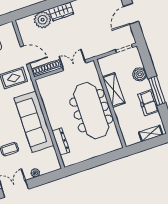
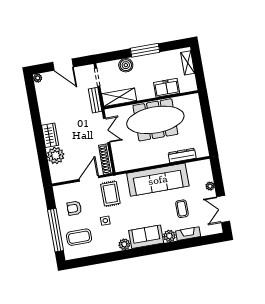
bench: (102, 50) -> (95, 100), added
double door: (74, 65) -> (107, 130), swing flipped
shelving: (114, 90) -> (119, 97), moved
freezer: (148, 103) -> (167, 88), moved, turned 180

